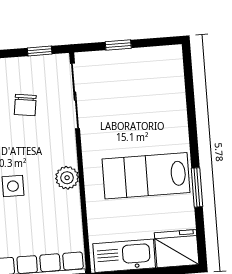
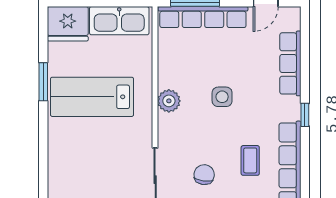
lab bench: (146, 176) -> (92, 97), turned 180

